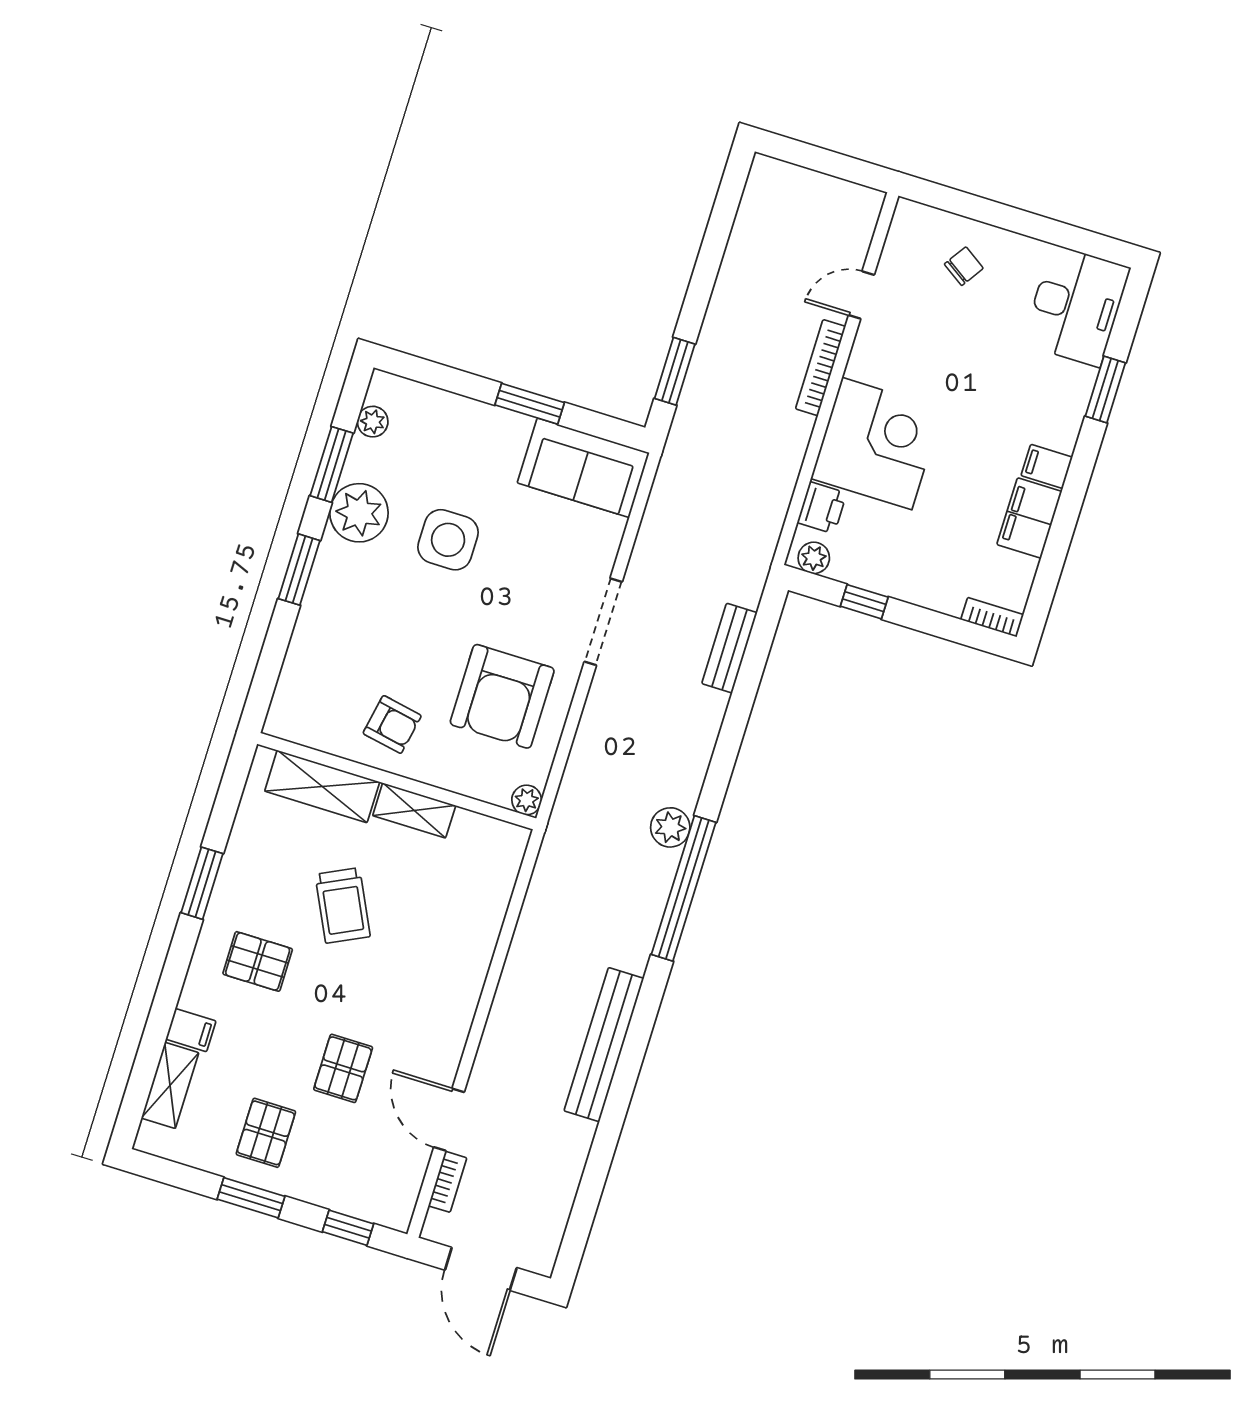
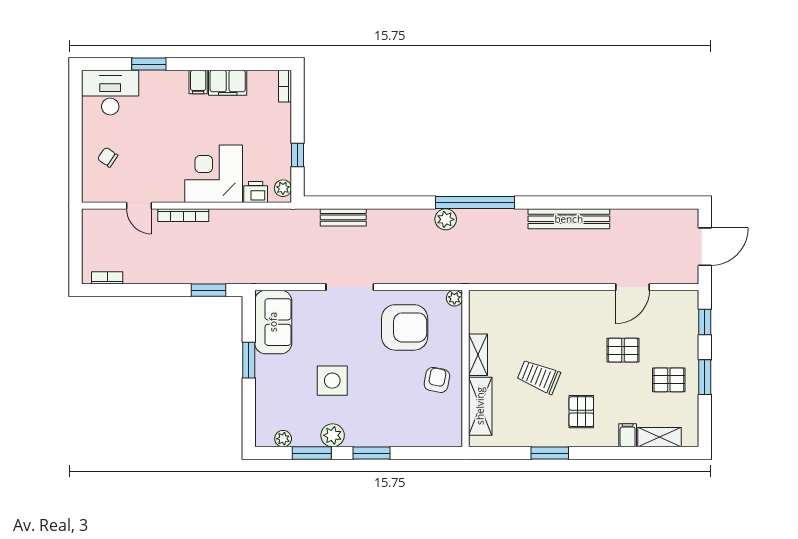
plant: (359, 513) -> (333, 435), width x0.73, depth x0.73
trolley: (343, 905) -> (539, 377), turned -132
bookcase: (448, 1182) -> (107, 278), moved

